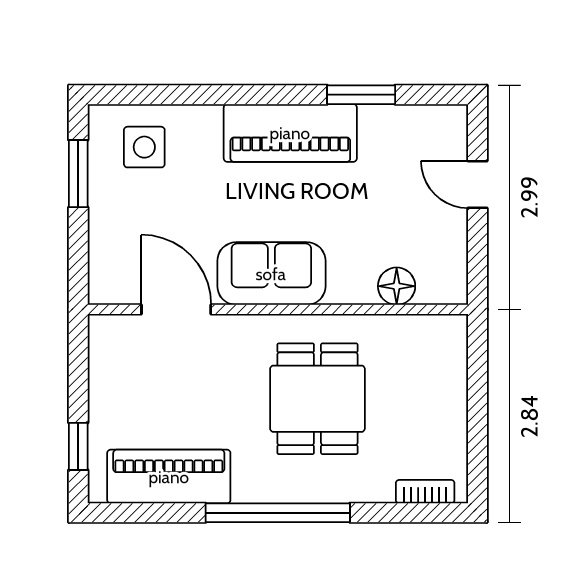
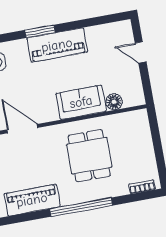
window: (361, 95) -> (40, 31), moved
sofa: (271, 274) -> (81, 102), moved

